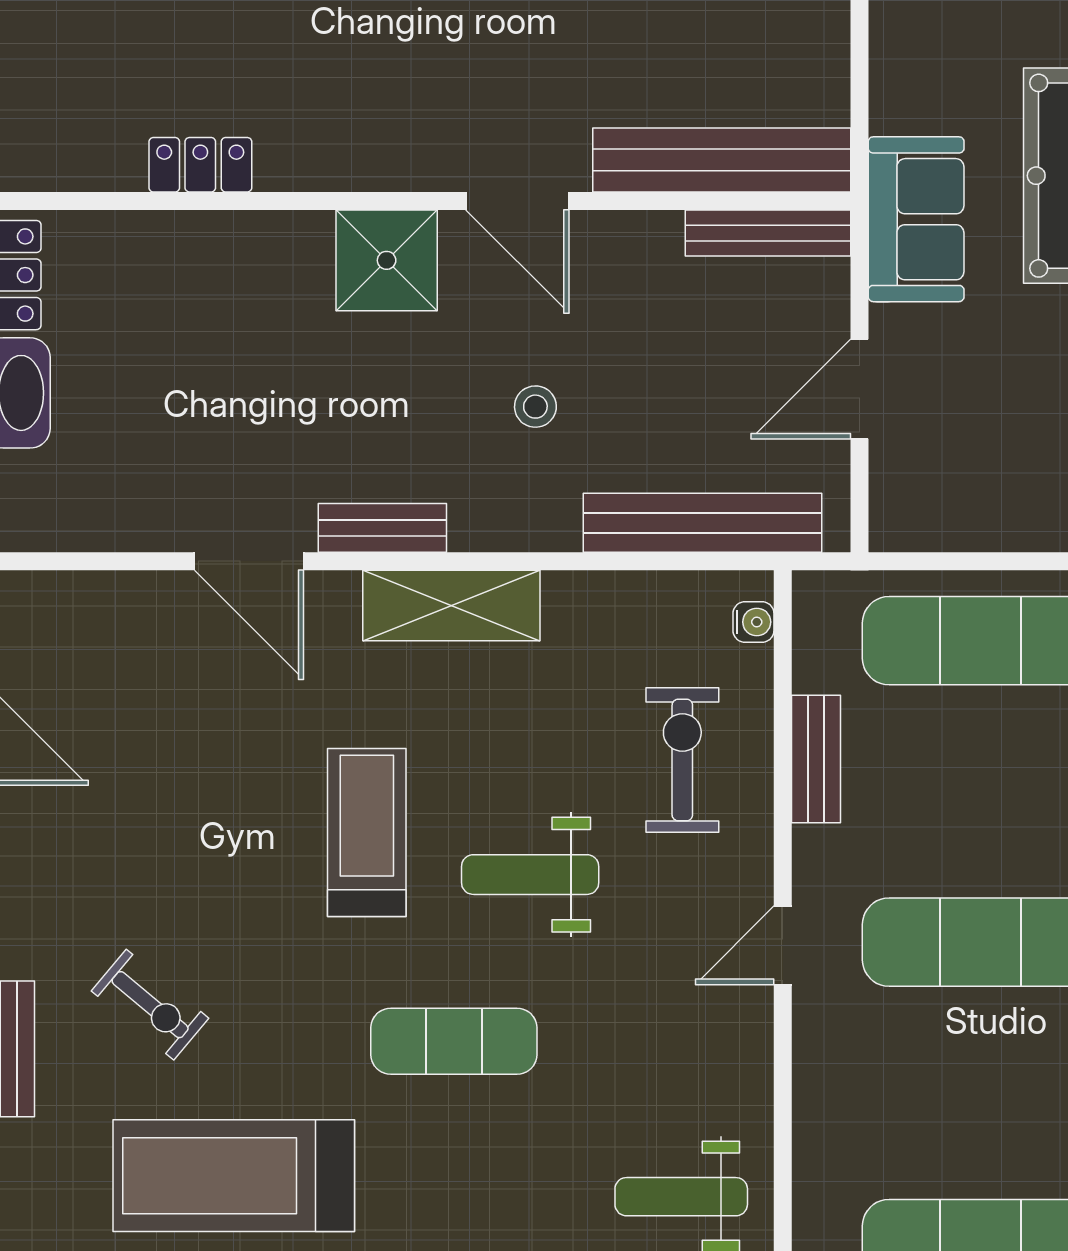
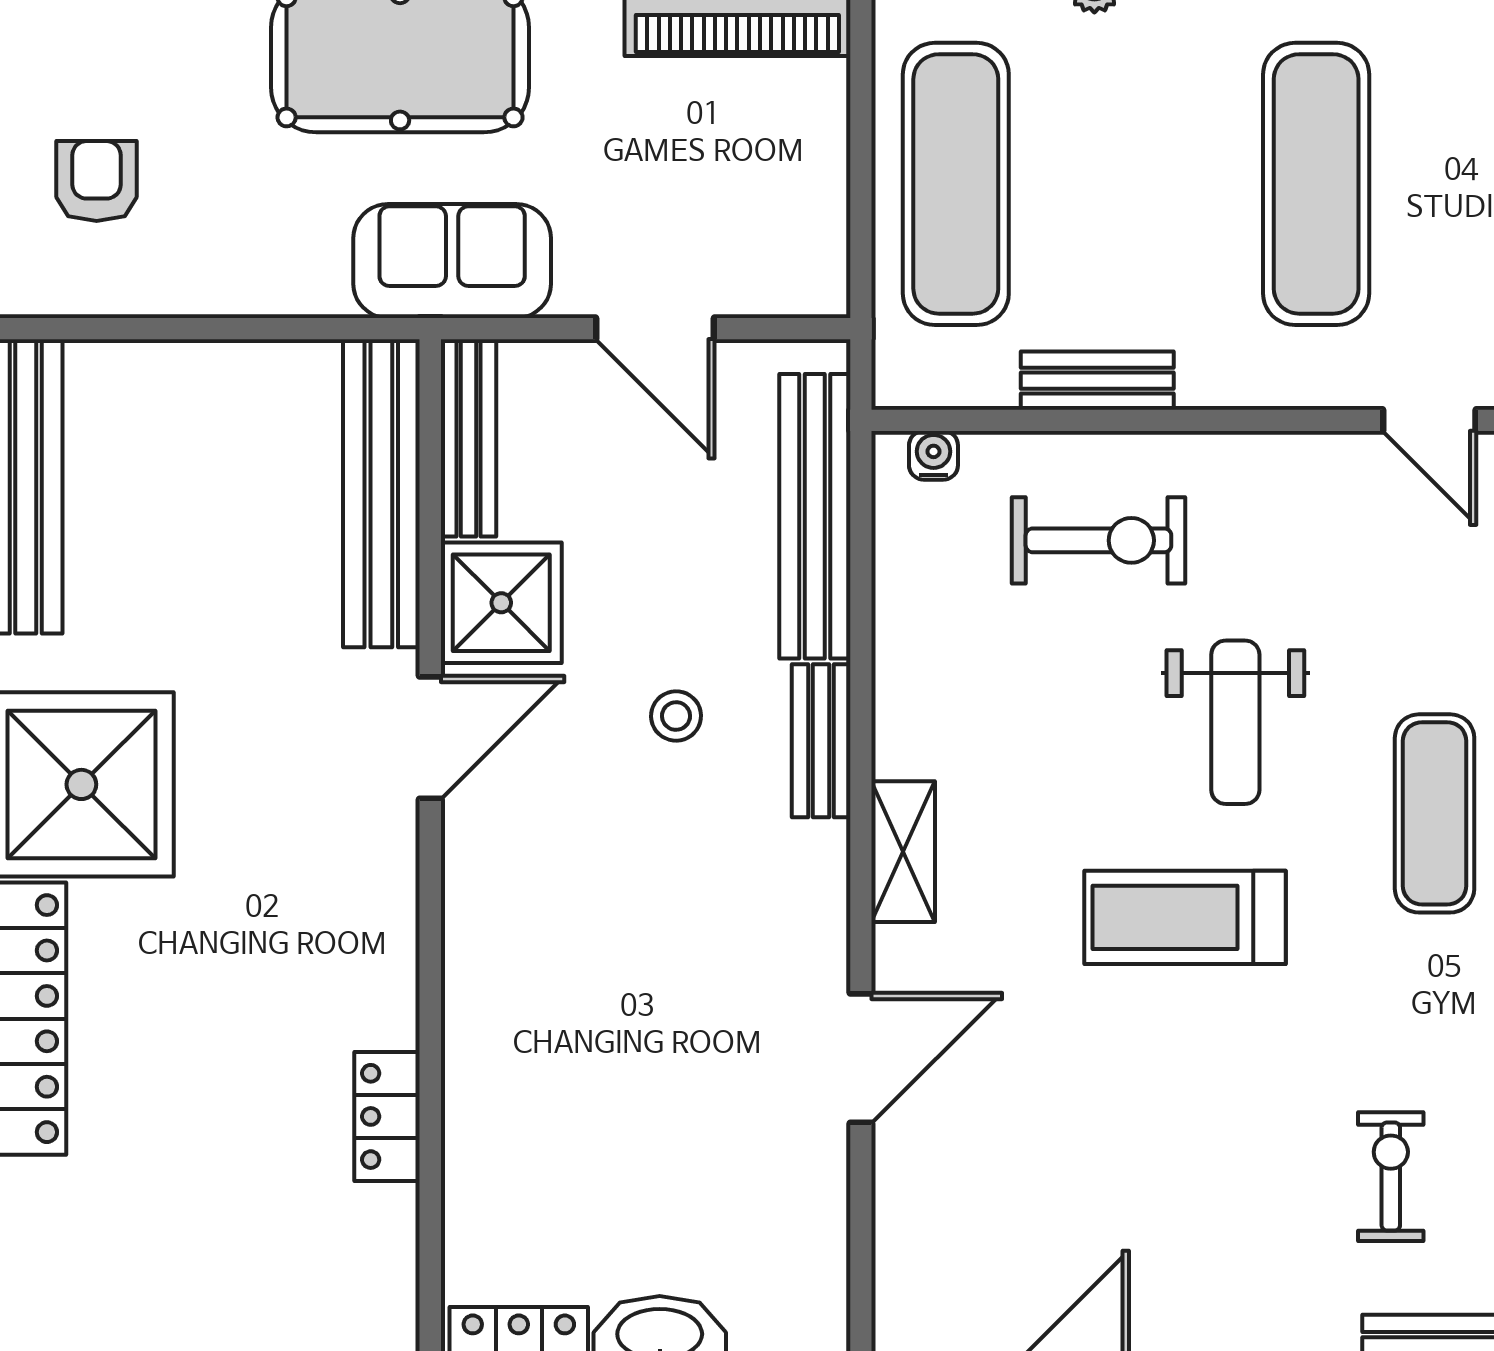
shower: (387, 260) -> (501, 603), moved
bench: (382, 528) -> (821, 741), moved
shelving: (451, 605) -> (903, 852), width x0.67, depth x0.75
exercise bike: (682, 760) -> (1098, 540), turned 180
door: (783, 945) -> (1429, 420), moved
exercise bike: (150, 1005) -> (1391, 1177), turned -40

